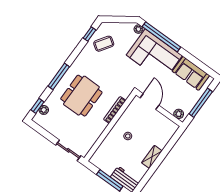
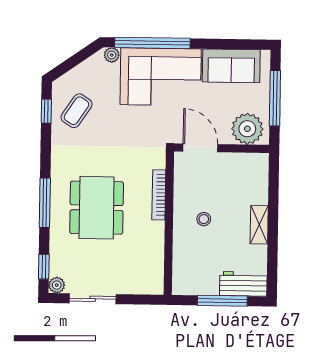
plant: (44, 110) -> (57, 285), moved
plant: (179, 114) -> (247, 129), width x1.88, depth x1.88
sliding door: (68, 150) -> (93, 299), moved

